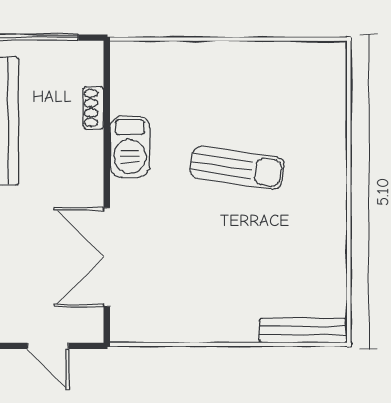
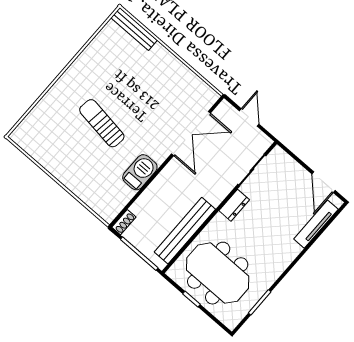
shoe rack: (93, 108) -> (124, 222), moved

